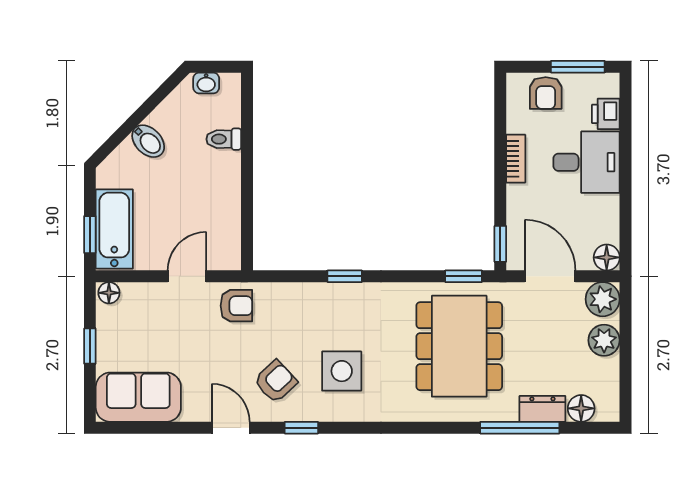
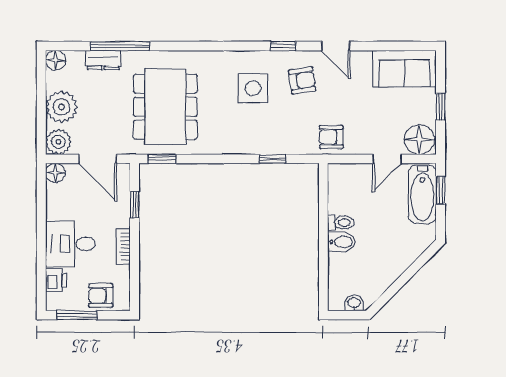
armchair: (546, 93) -> (101, 296), turned -90
toilet: (224, 139) -> (341, 223), moved
bidet: (148, 141) -> (342, 242), moved, turned 135
window: (500, 244) -> (135, 205), moved
door: (187, 276) -> (387, 159), moved
window: (345, 276) -> (273, 159), moved
floor lamp: (109, 293) -> (419, 140), width x1.89, depth x1.89
plant: (604, 340) -> (62, 107), width x1.36, depth x1.36
armchair: (276, 381) -> (302, 80), turned -145
floor lamp: (581, 408) -> (56, 60), moved

